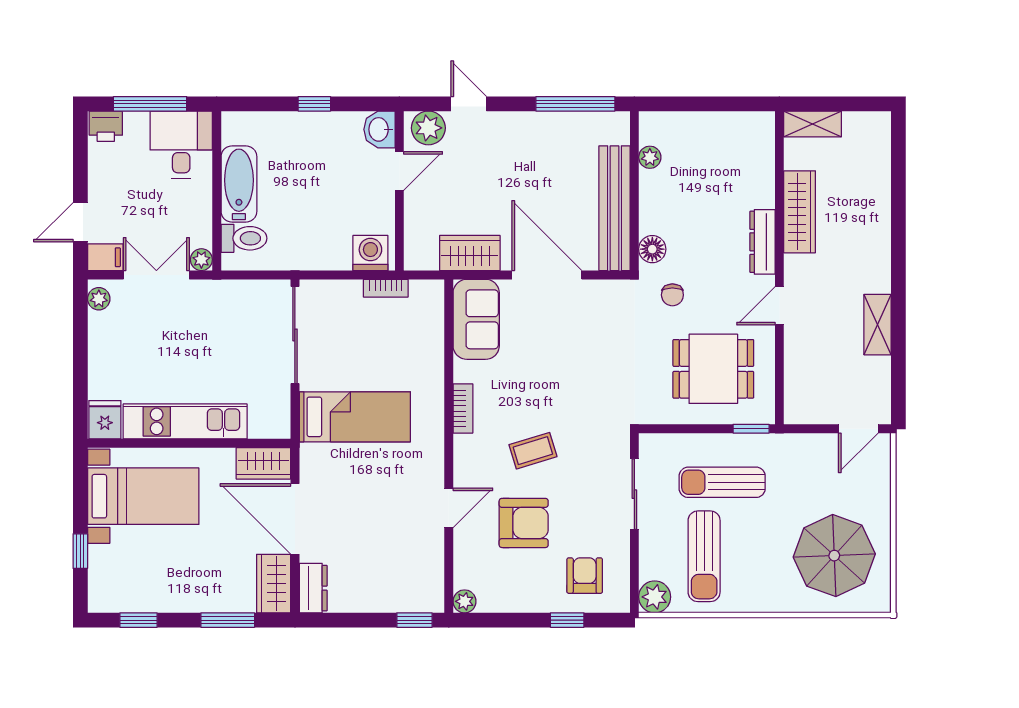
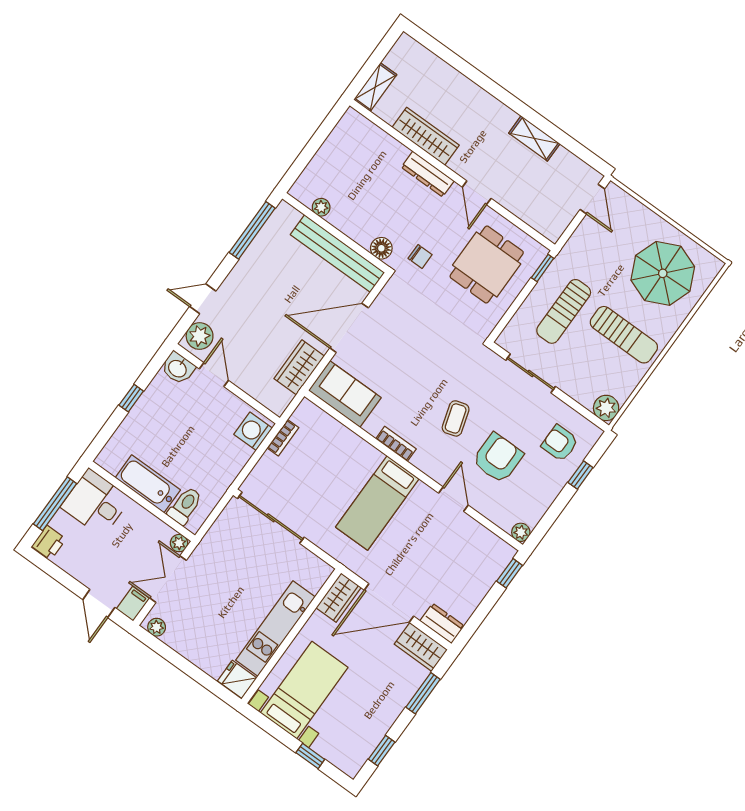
bed: (355, 417) -> (377, 503), moved, turned 180
sun lounger: (704, 556) -> (624, 335), moved

